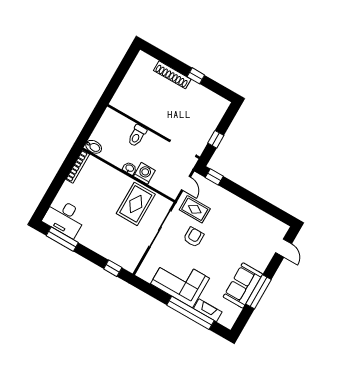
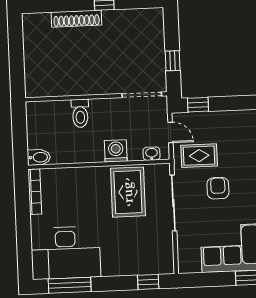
washbasin: (130, 168) -> (151, 154), moved
desk: (65, 218) -> (66, 253), width x1.36, depth x1.30

